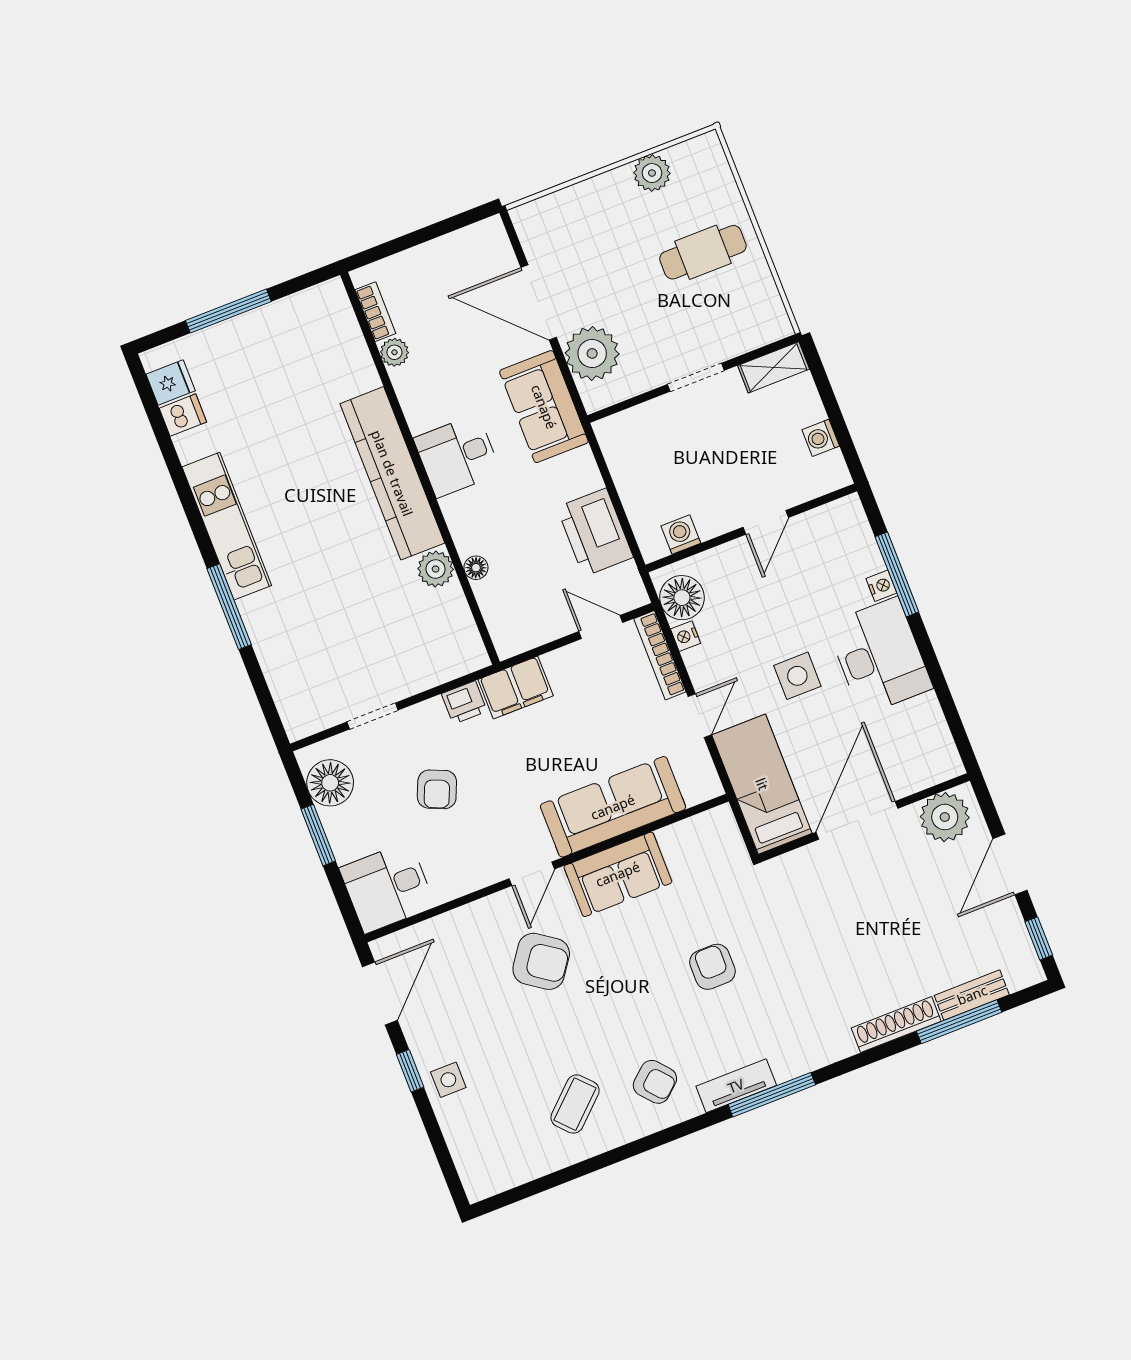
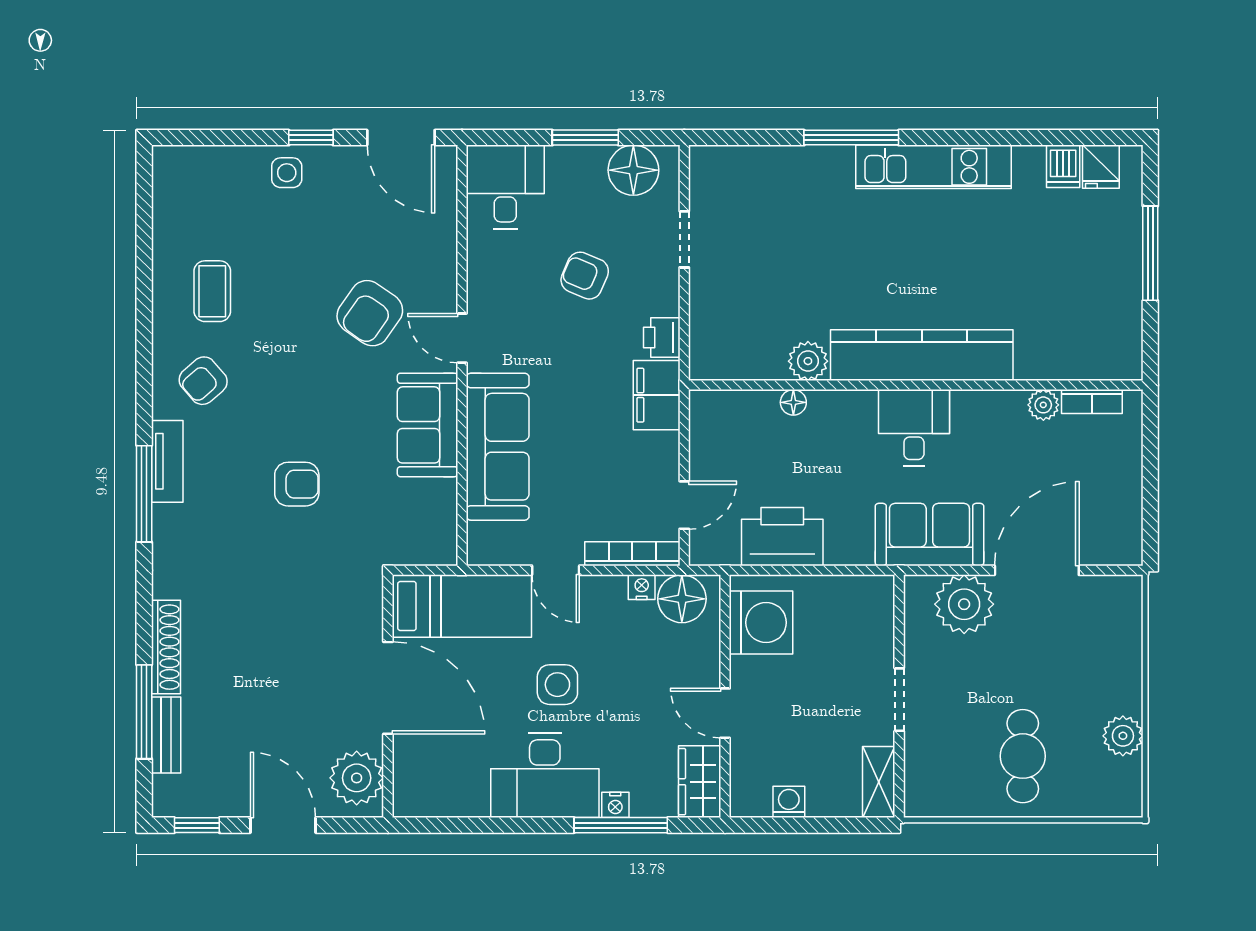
wardrobe: (833, 521) -> (700, 782), added
washing machine: (681, 535) -> (761, 623), width x1.89, depth x1.89
coffee table: (575, 1104) -> (212, 291), turned 43

